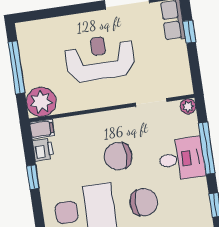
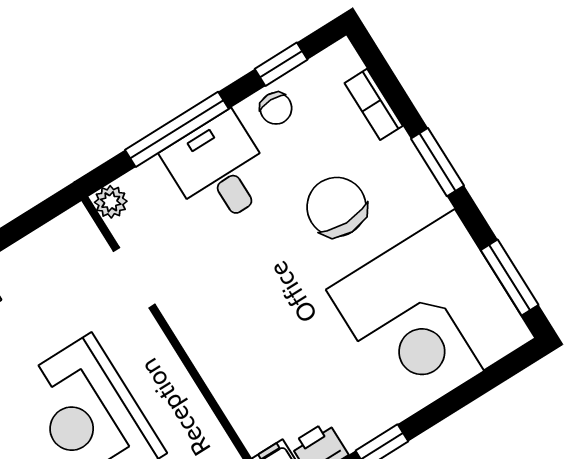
chair: (118, 156) -> (276, 108), moved, width x0.54, depth x0.54

